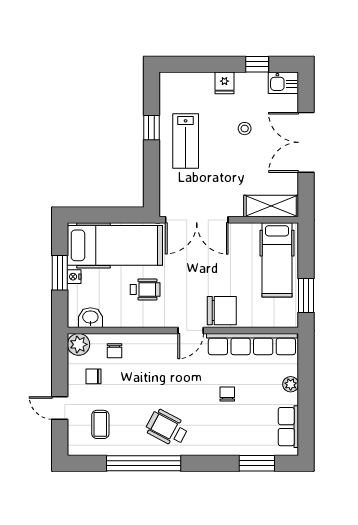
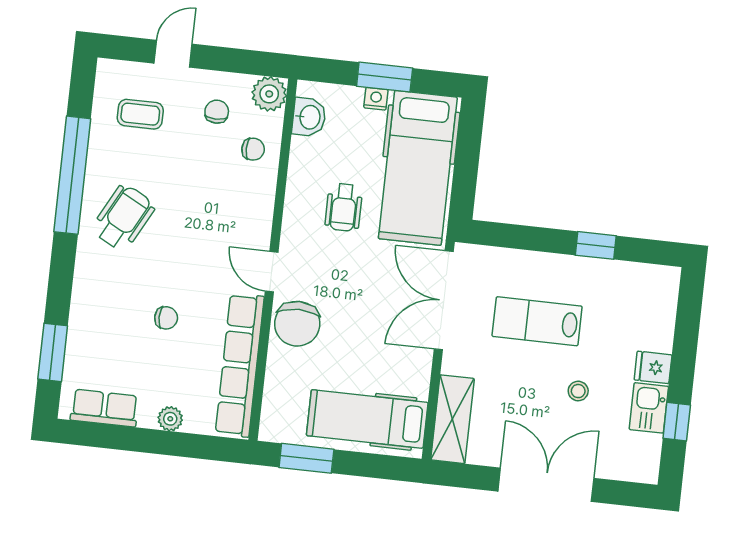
kitchen sink: (283, 83) -> (649, 408), moved
lab bench: (186, 141) -> (537, 321), moved
chair: (115, 351) -> (253, 149), turned 180

